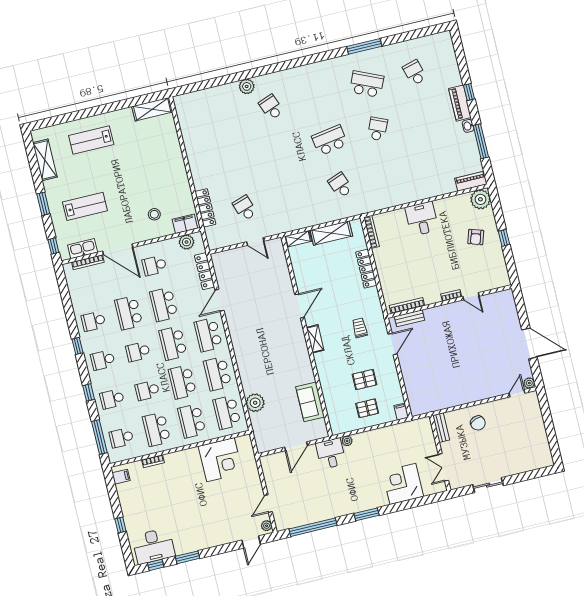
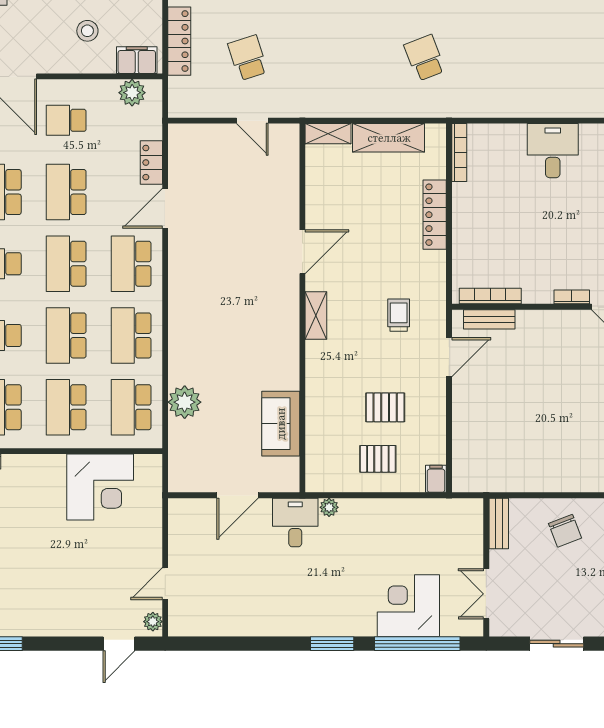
locker: (205, 271) -> (151, 163), width x0.66
window: (313, 527) -> (417, 644), moved

